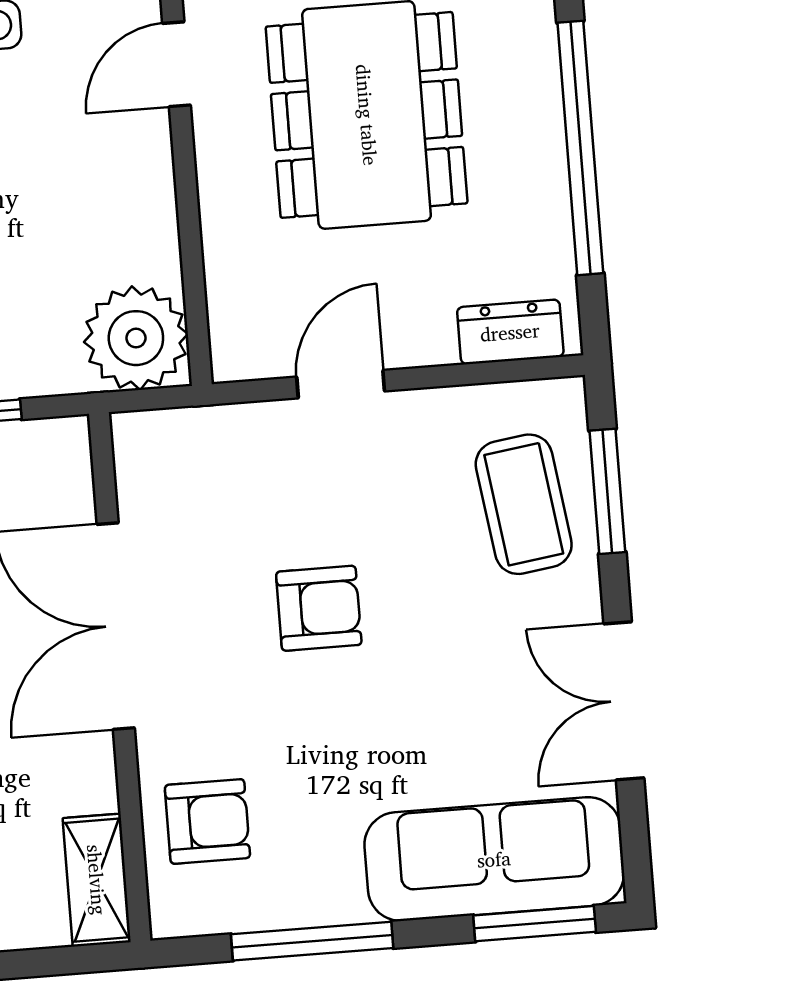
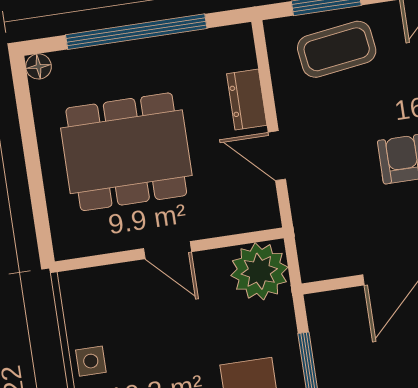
door: (177, 64) -> (168, 250), moved
dresser: (510, 332) -> (247, 100), moved

